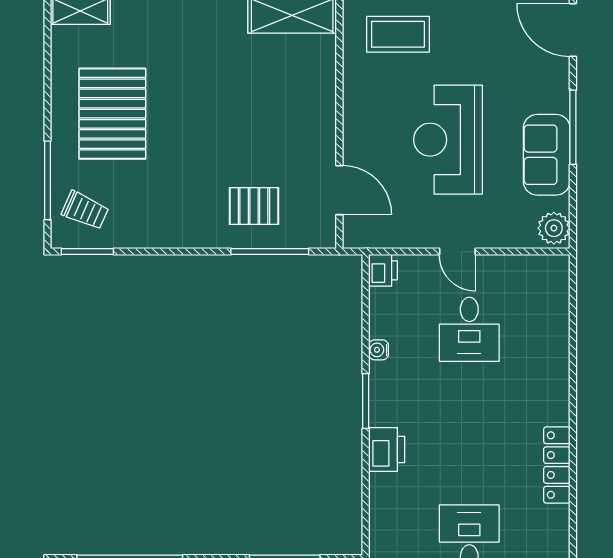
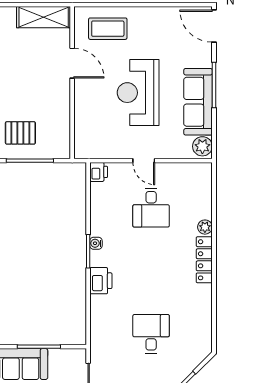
sofa: (547, 155) -> (198, 102), width x1.36
door: (339, 190) -> (72, 63), moved
water cooler: (379, 350) -> (96, 243), moved
plant: (558, 361) -> (205, 227), added
locker: (557, 465) -> (204, 260), moved

